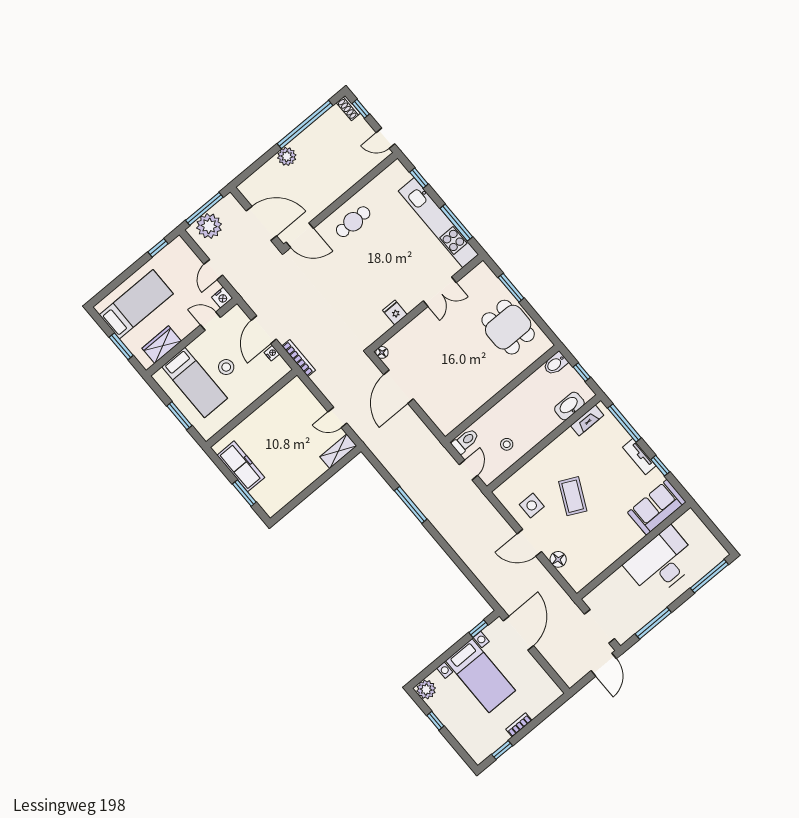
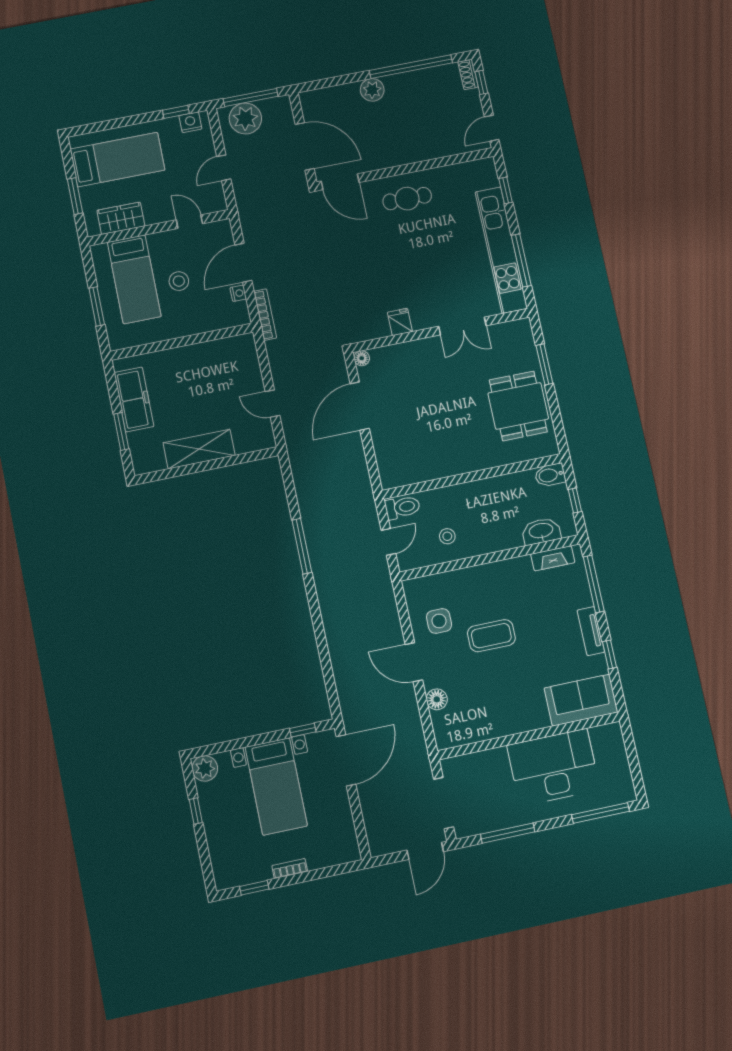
door: (386, 138) -> (492, 128), hinge flipped
nightstand: (222, 298) -> (190, 122), moved, turned 180
shelving: (338, 451) -> (199, 449), moved, width x1.50, depth x1.33
coffee table: (573, 496) -> (491, 636), turned 64

